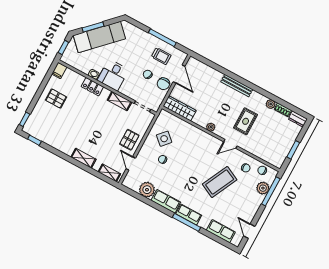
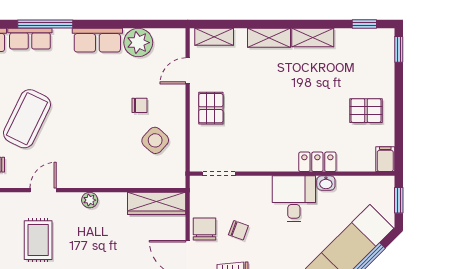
shelving: (120, 101) -> (313, 38), moved
door: (131, 163) -> (188, 71), swing flipped
row of seats: (189, 215) -> (30, 39), moved

